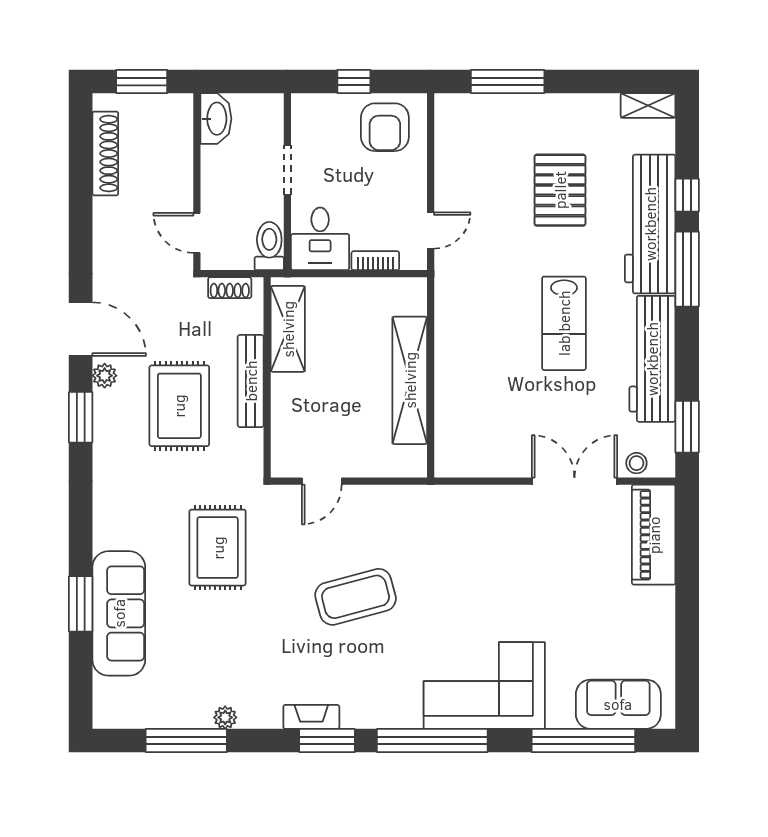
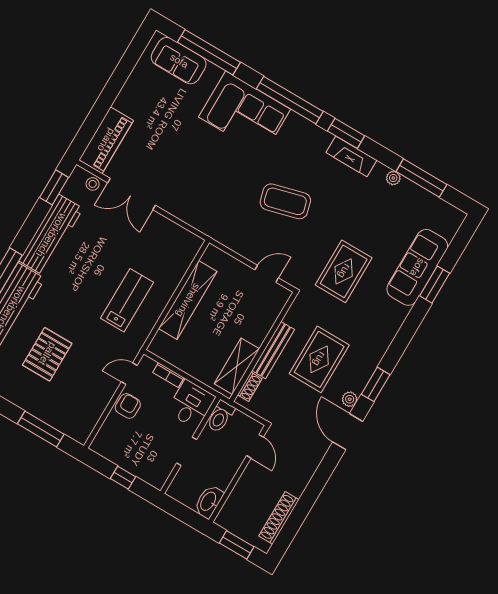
armchair: (385, 127) -> (128, 406), moved, width x0.72, depth x0.72
shoe rack: (230, 288) -> (250, 387), moved, turned 90
lab bench: (564, 323) -> (127, 300), moved
fireplace: (311, 717) -> (351, 156), width x1.37, depth x1.32

